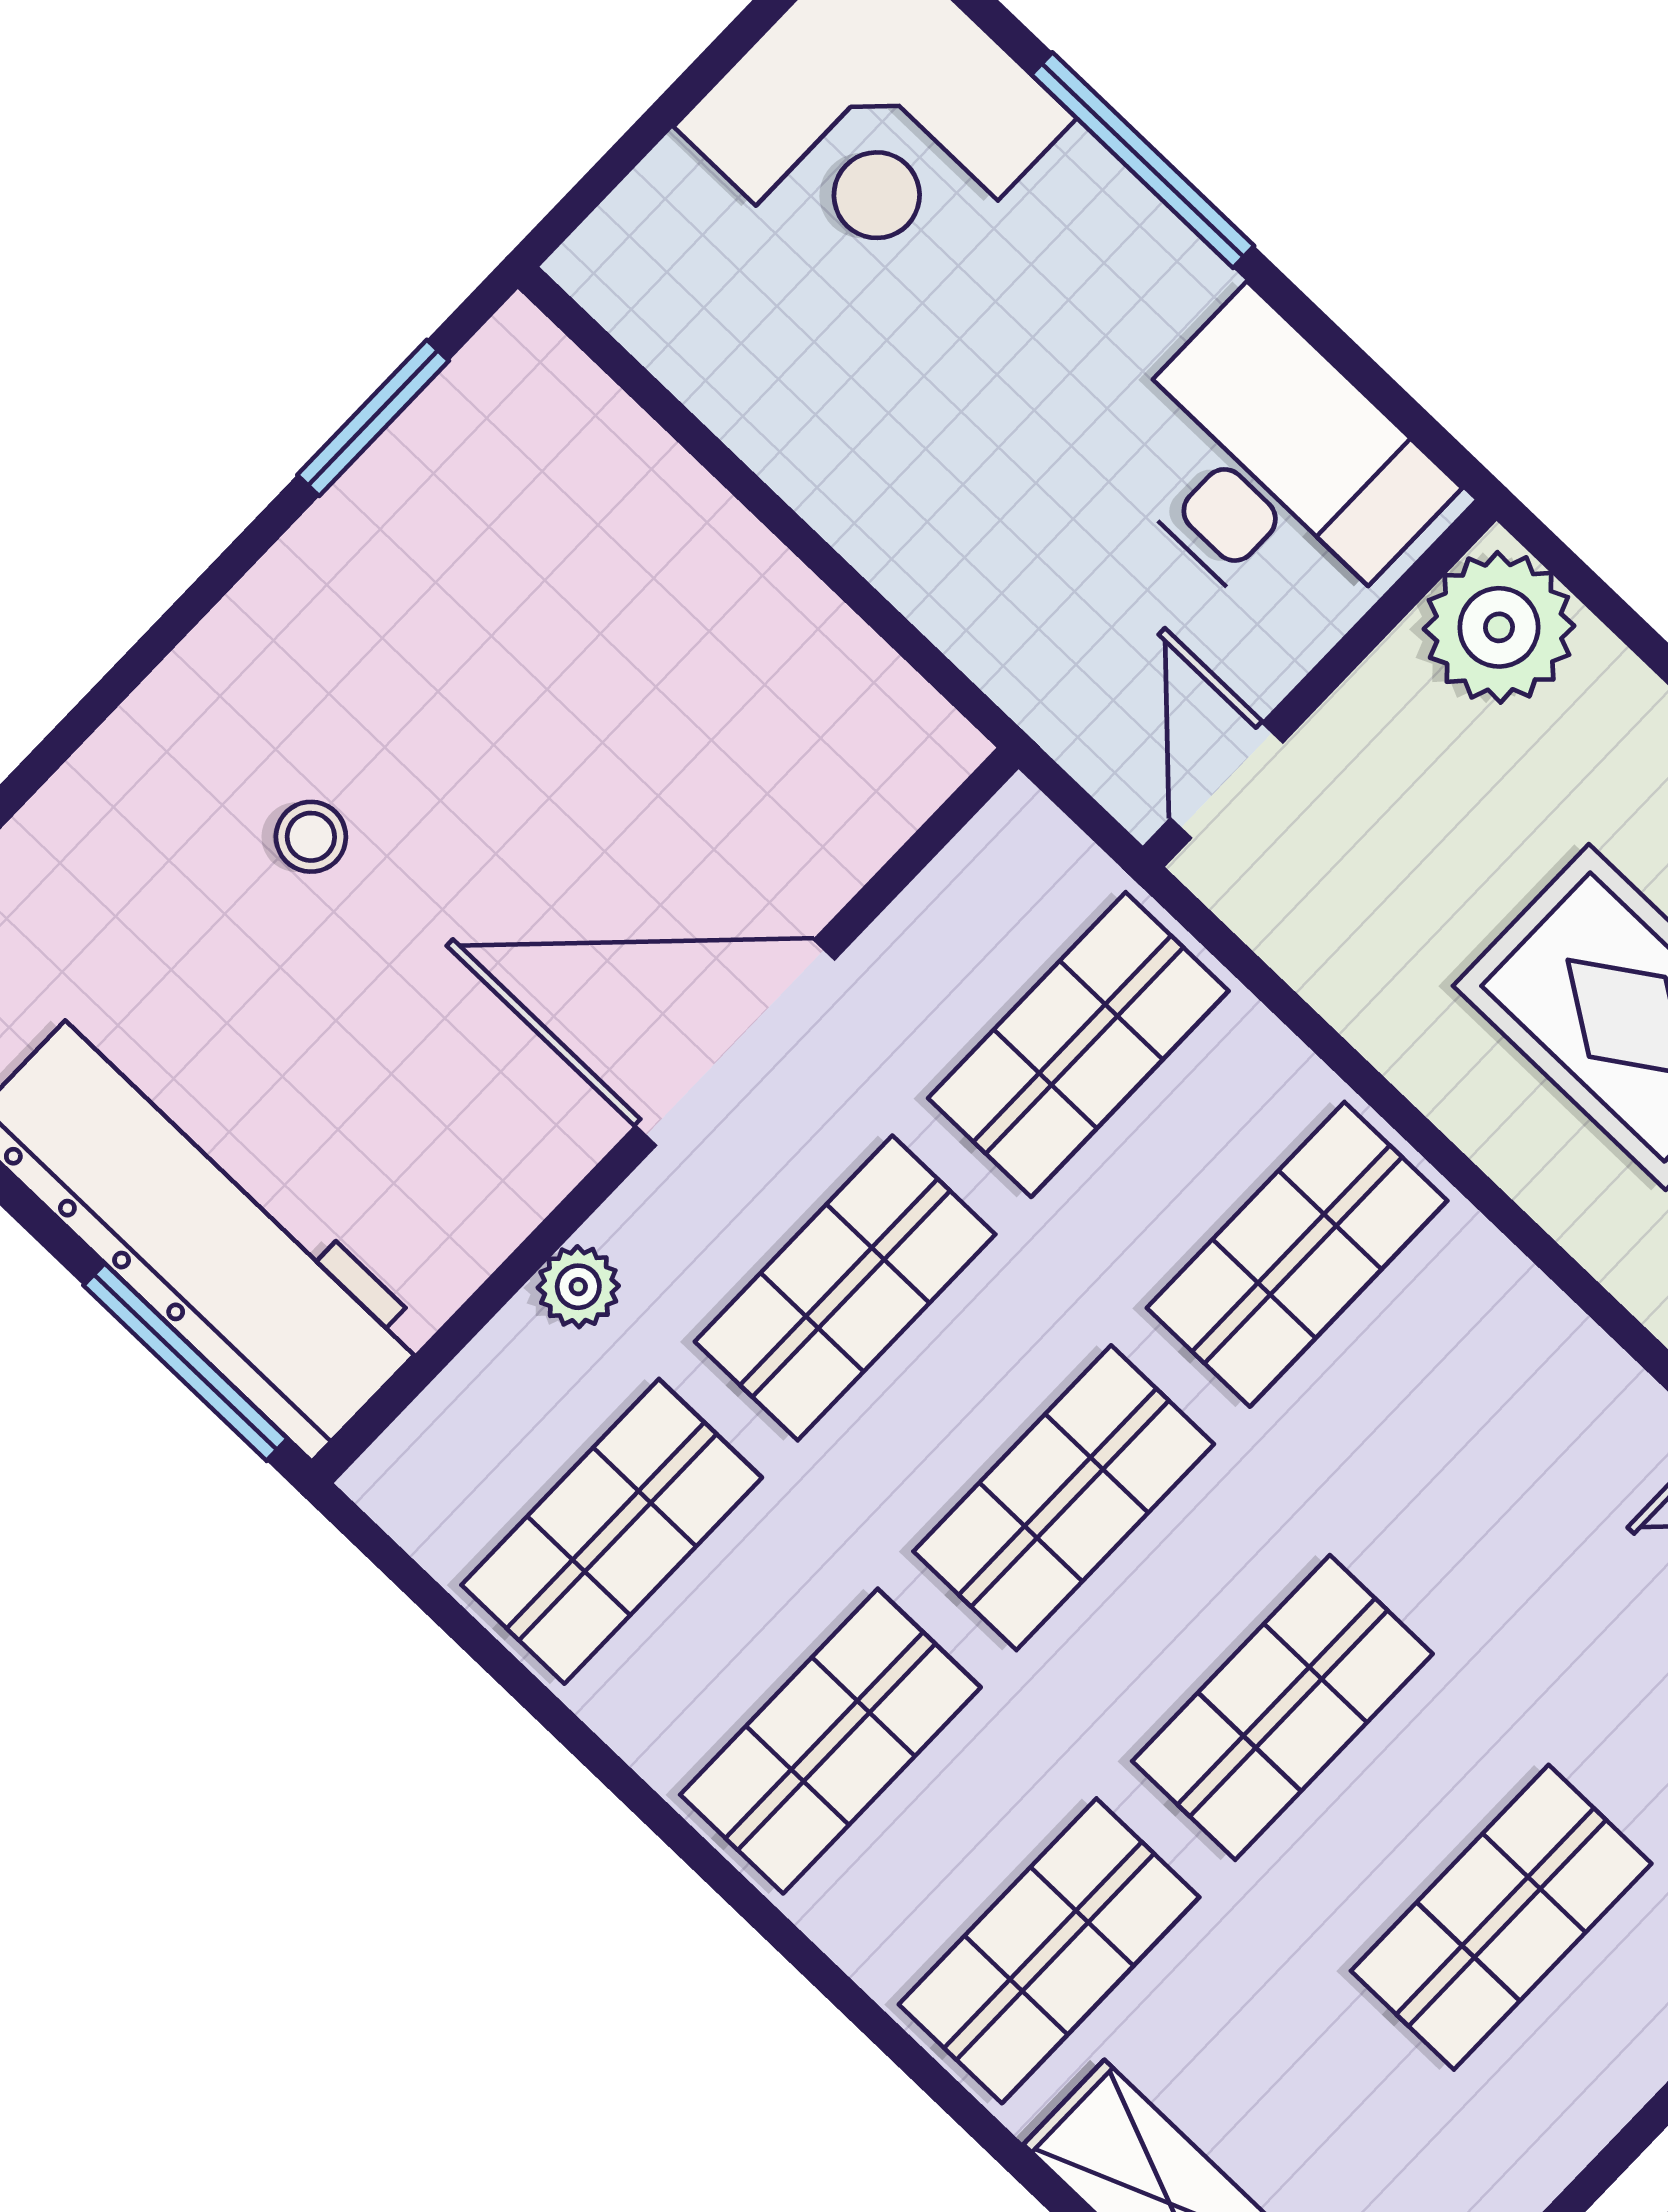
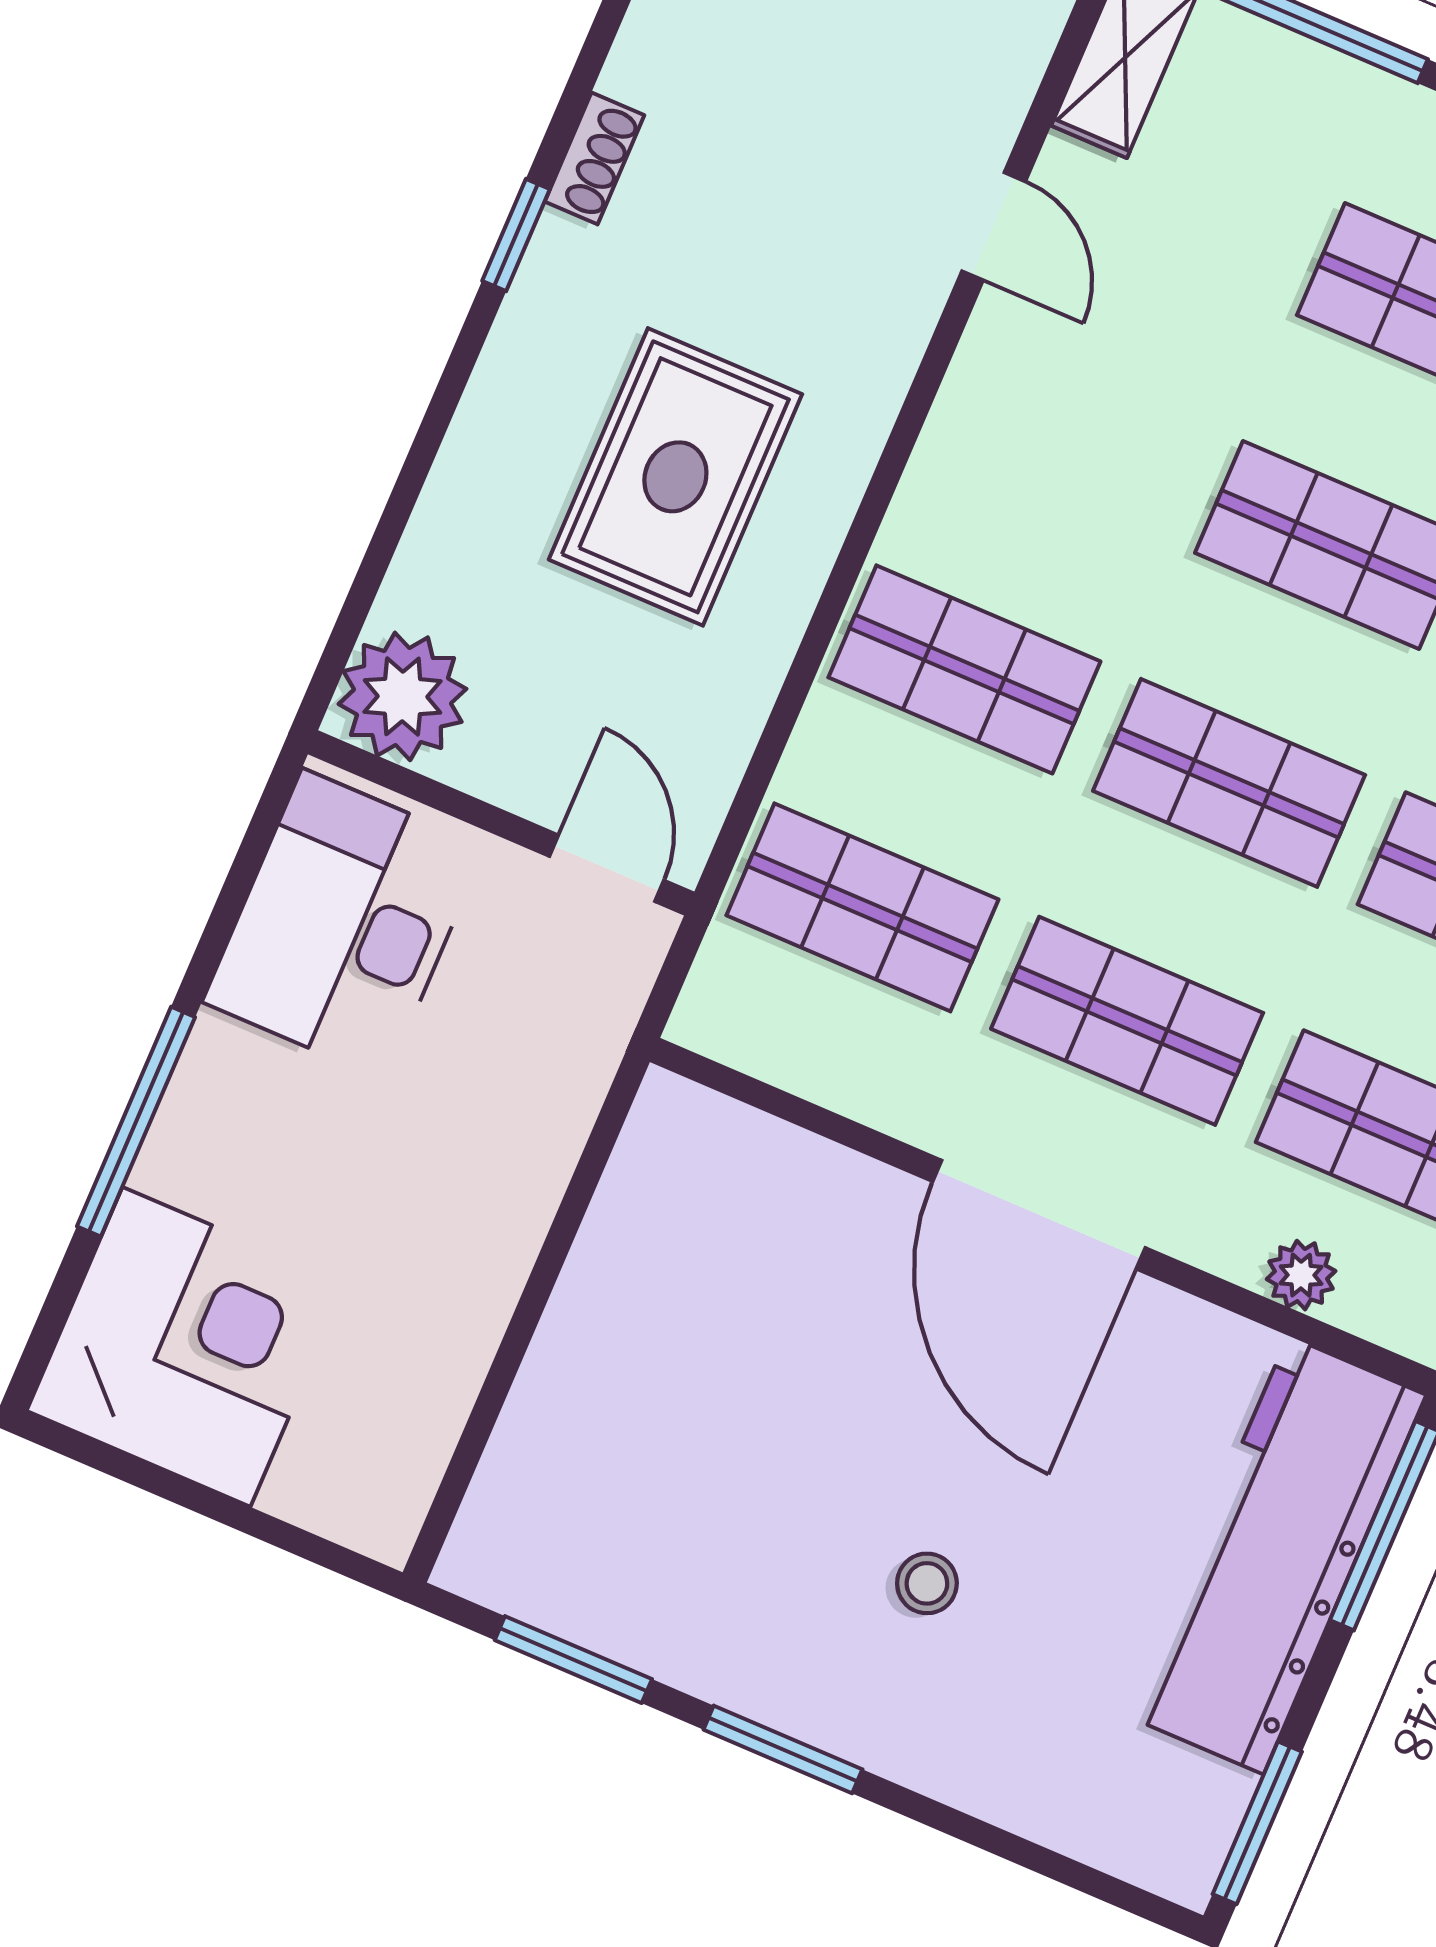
window: (188, 611) -> (783, 1749), added
door: (1227, 780) -> (607, 868), swing flipped
door: (735, 1042) -> (1039, 1215), moved
plant: (578, 1287) -> (1301, 1275), moved

